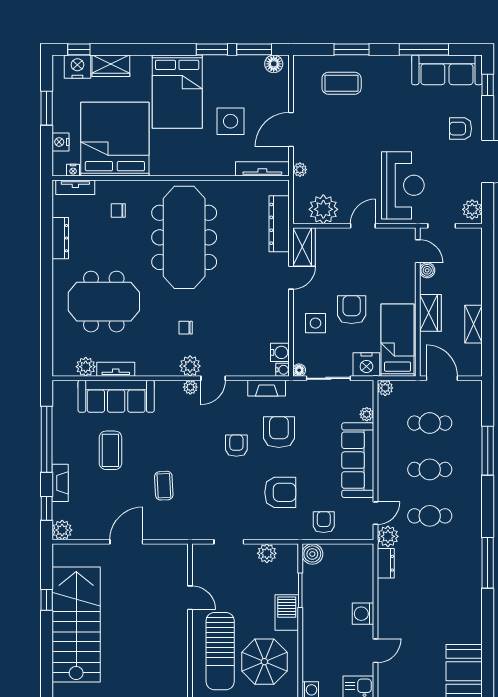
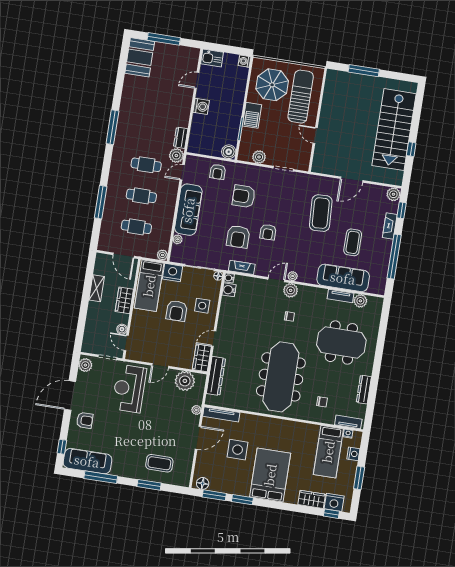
bed: (115, 139) -> (328, 452), width x0.49
coffee table: (164, 486) -> (321, 213), width x1.86, depth x1.72

